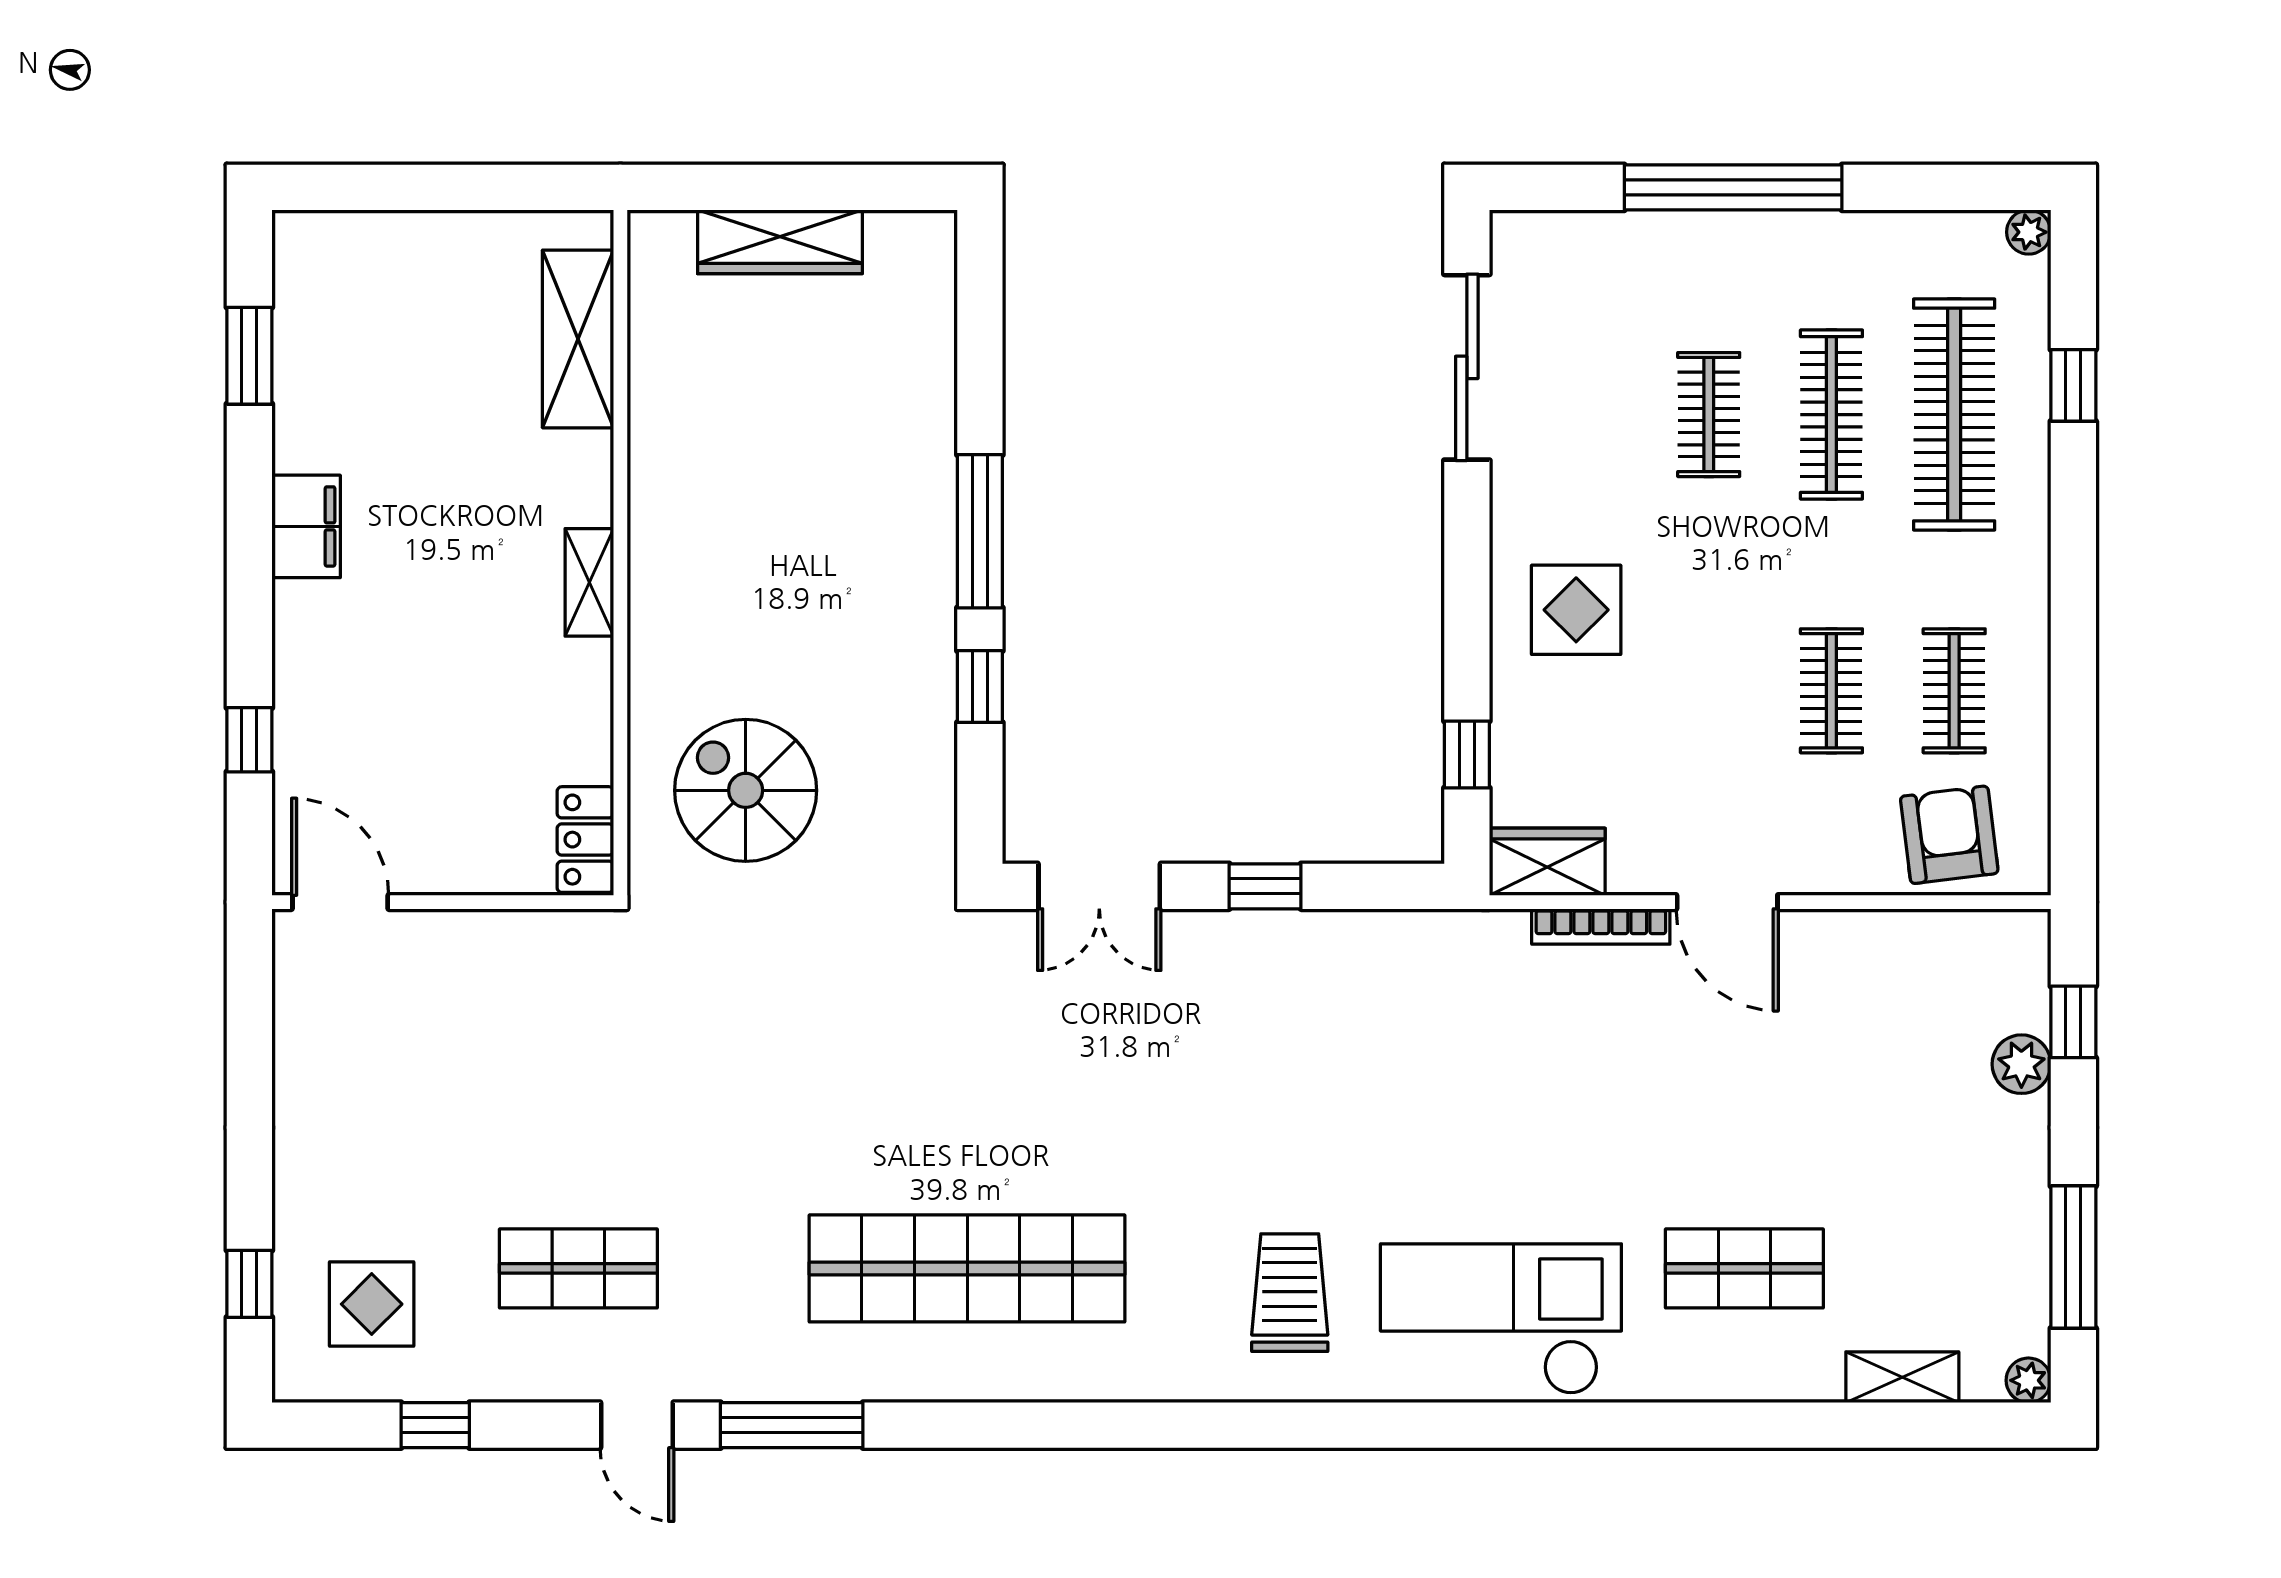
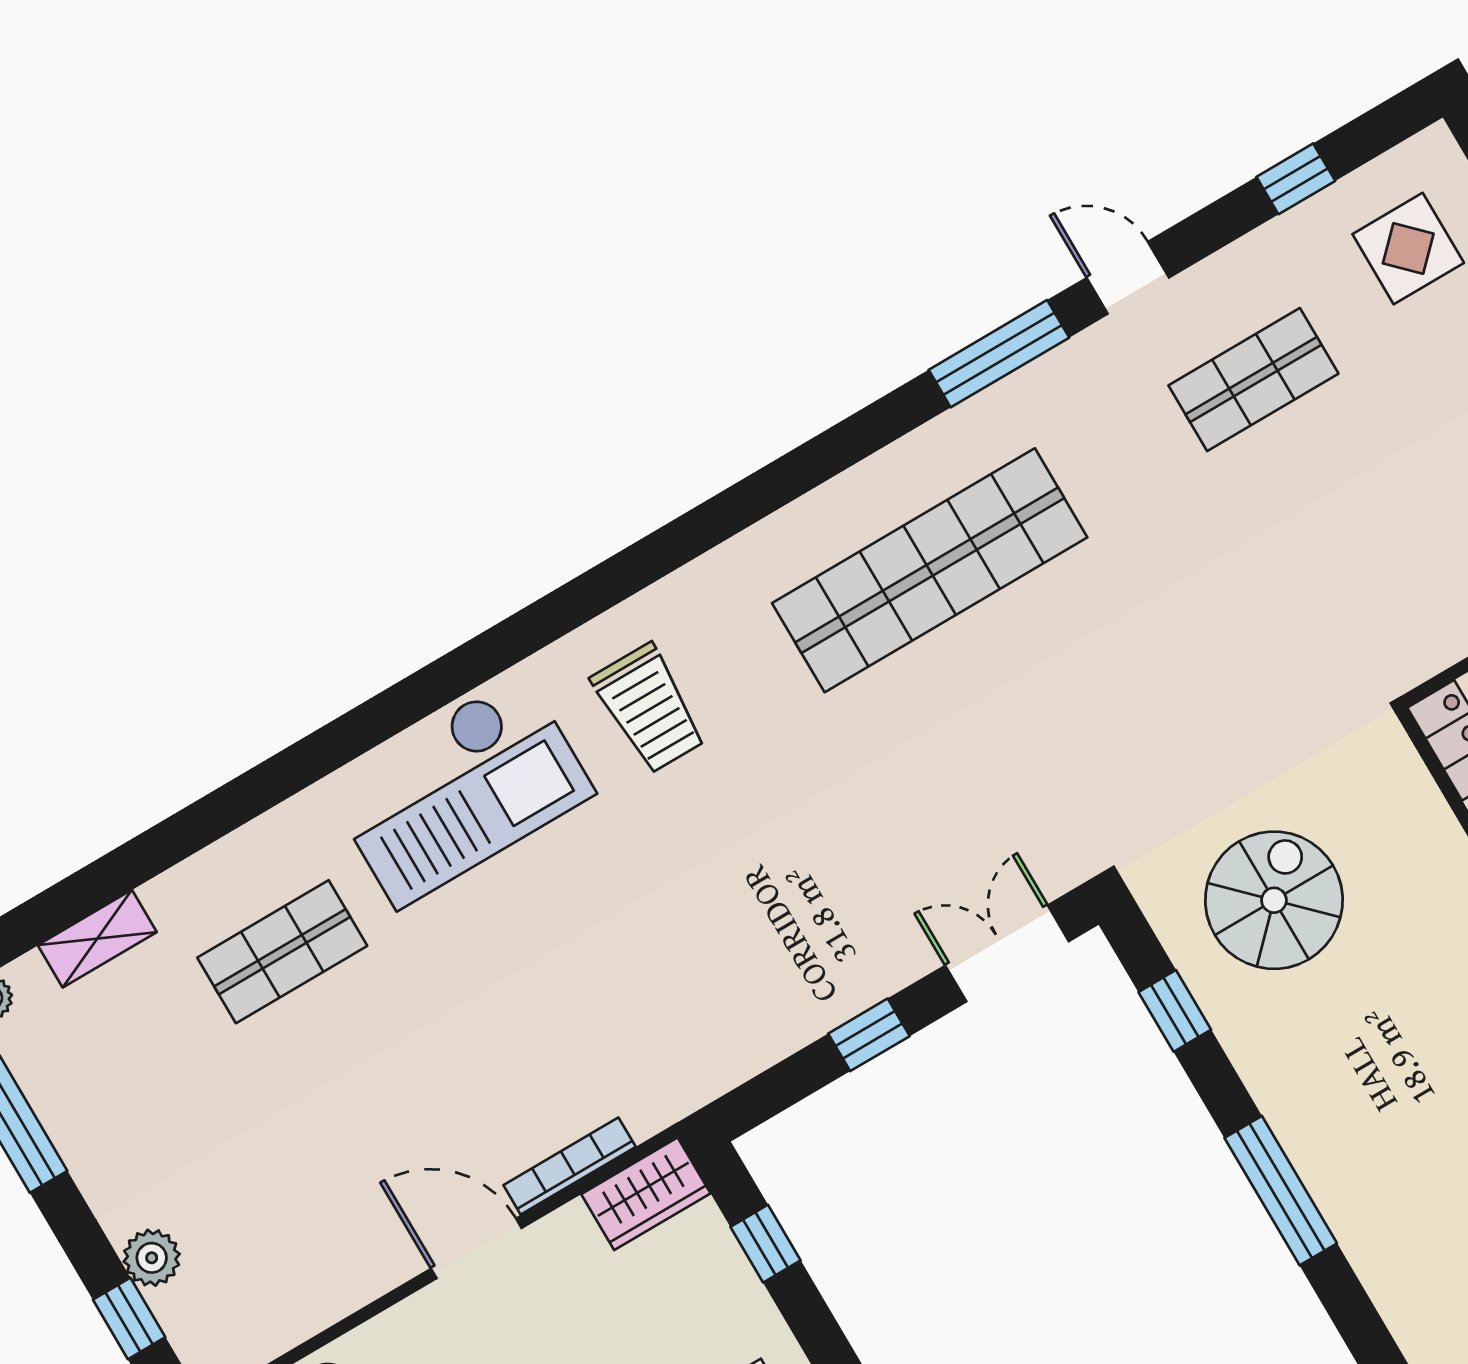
window: (980, 687) -> (1175, 1011), moved
spiral stairs: (746, 790) -> (1274, 900), moved, turned -90

